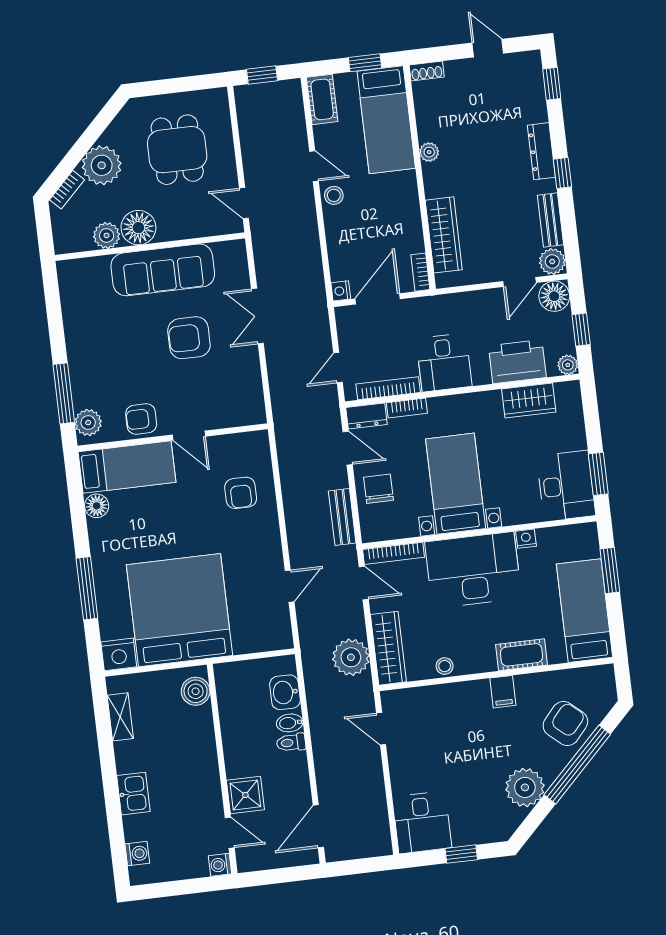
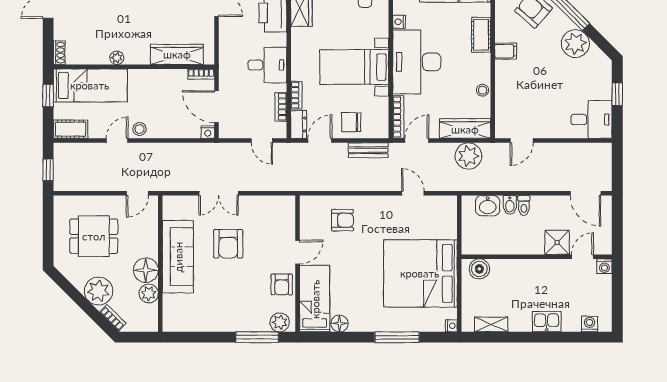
bookcase: (388, 388) -> (281, 107), width x0.64
nightstand: (119, 654) -> (451, 326), width x0.53, depth x0.56

